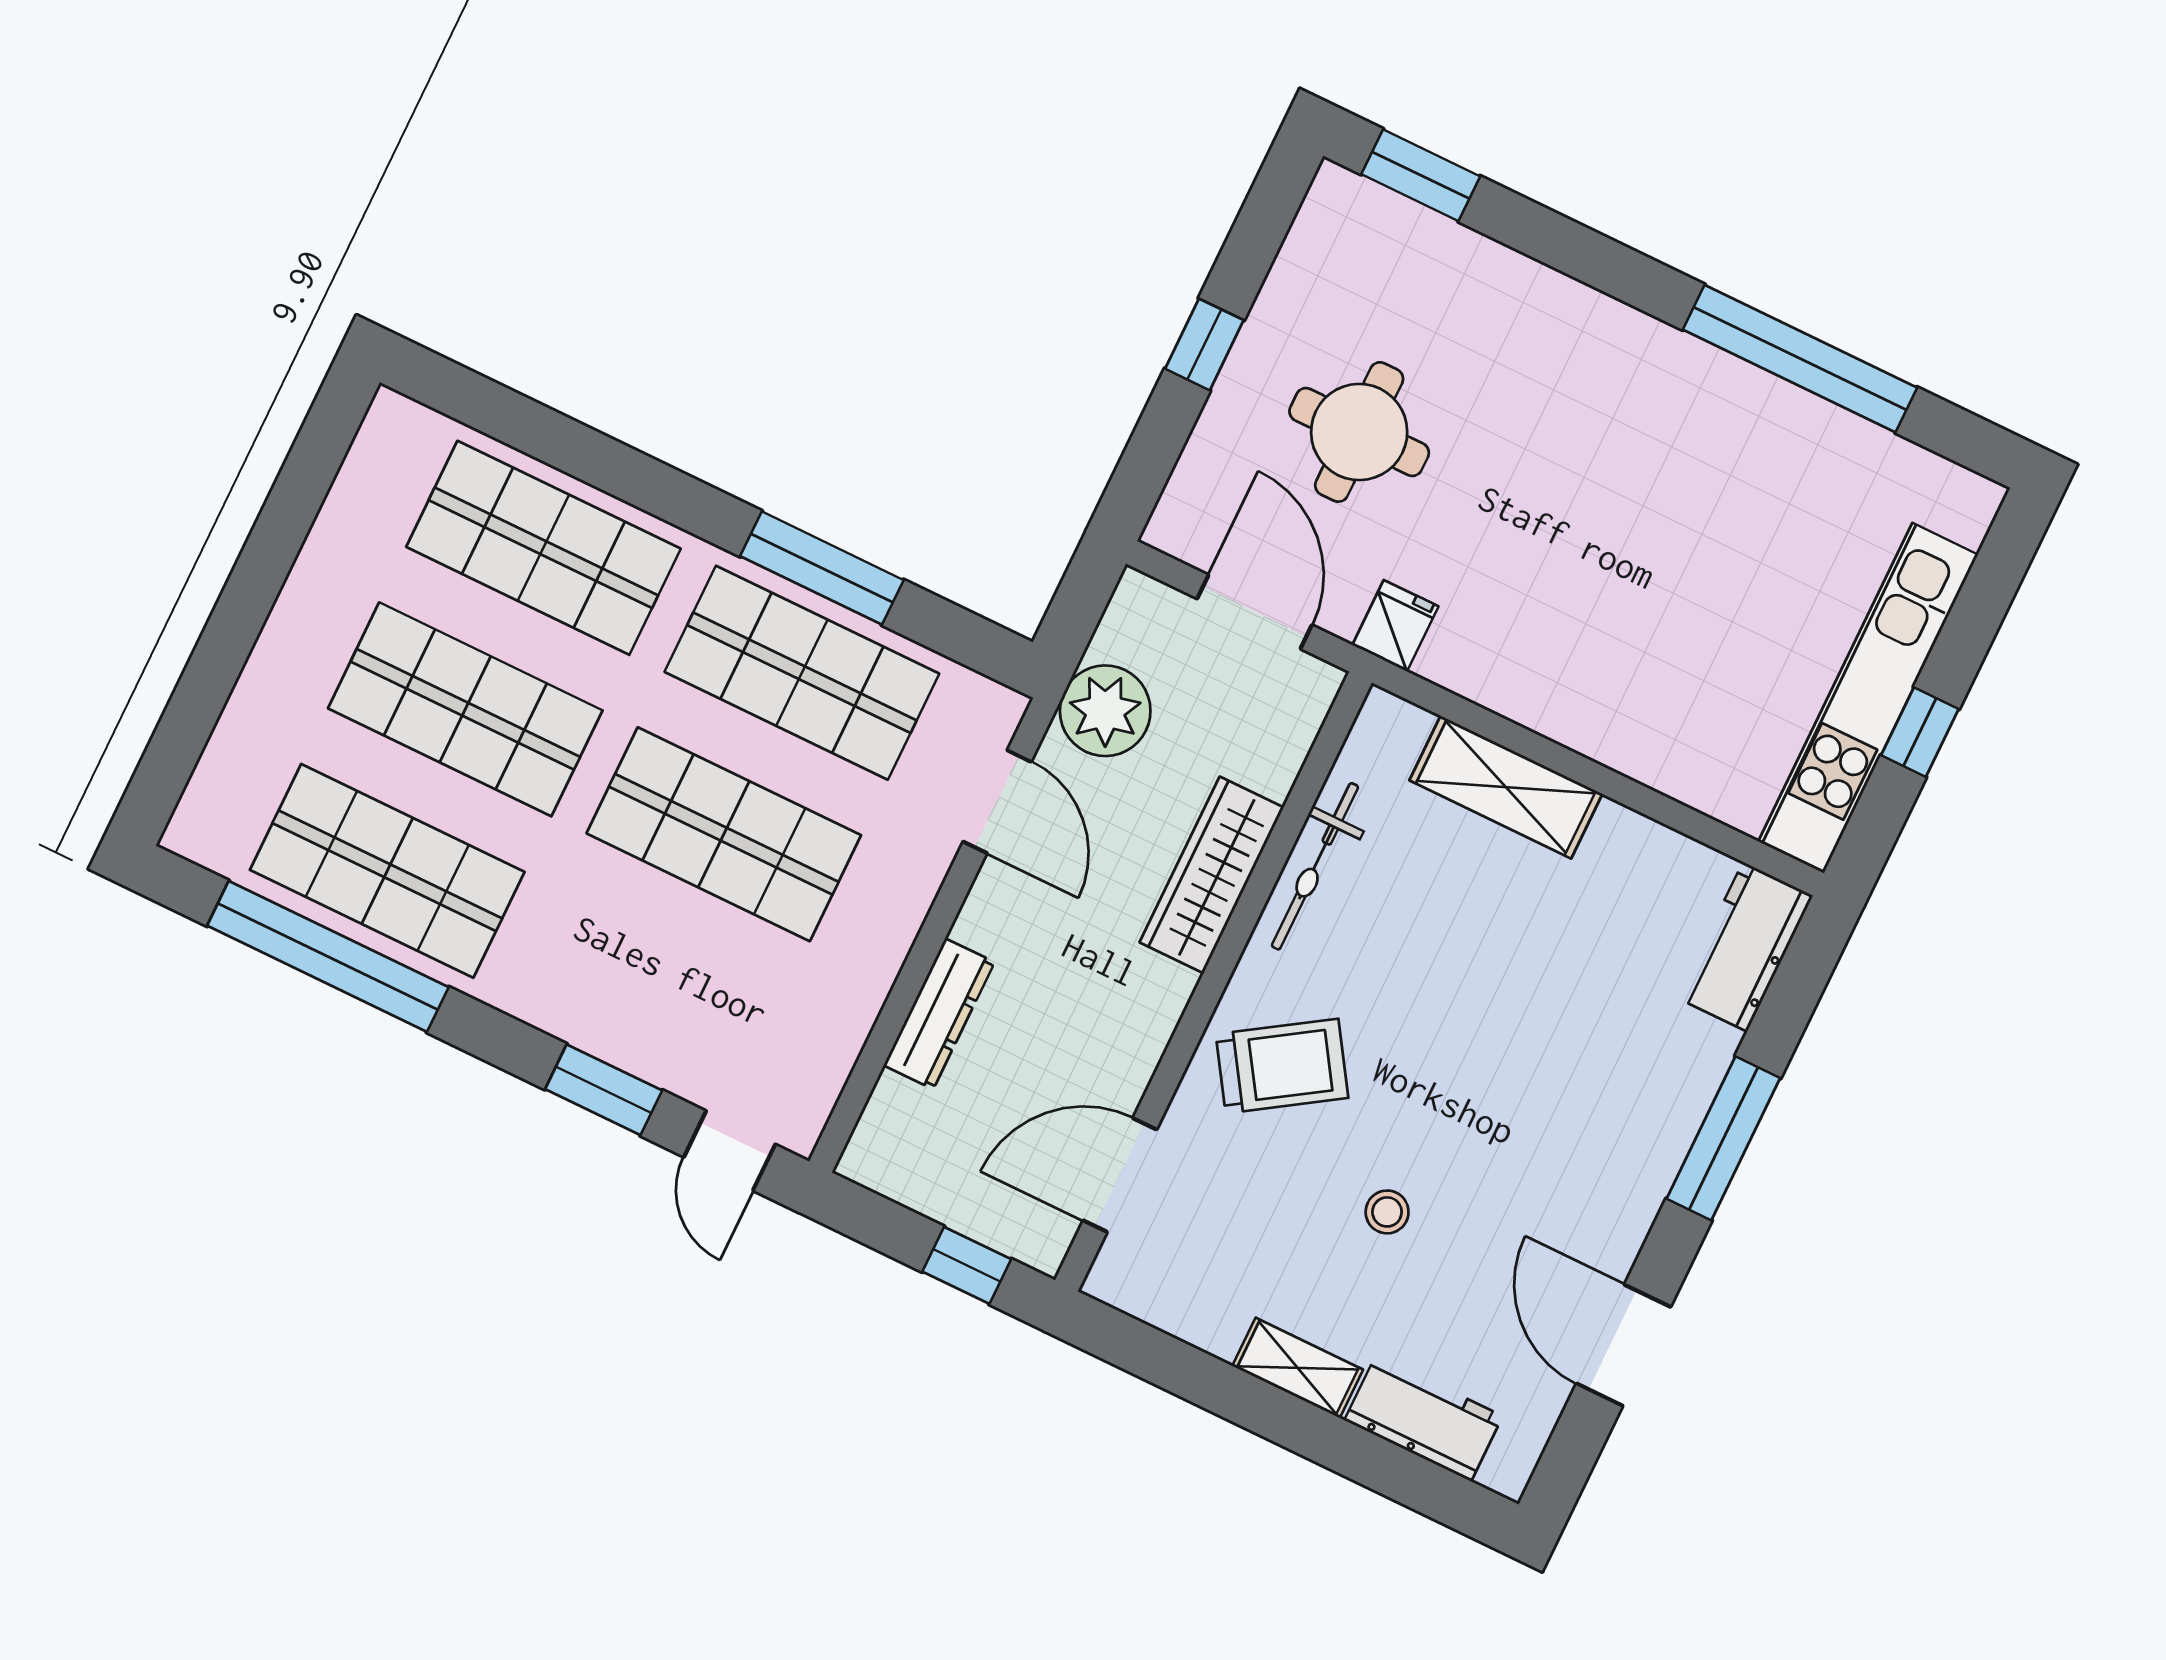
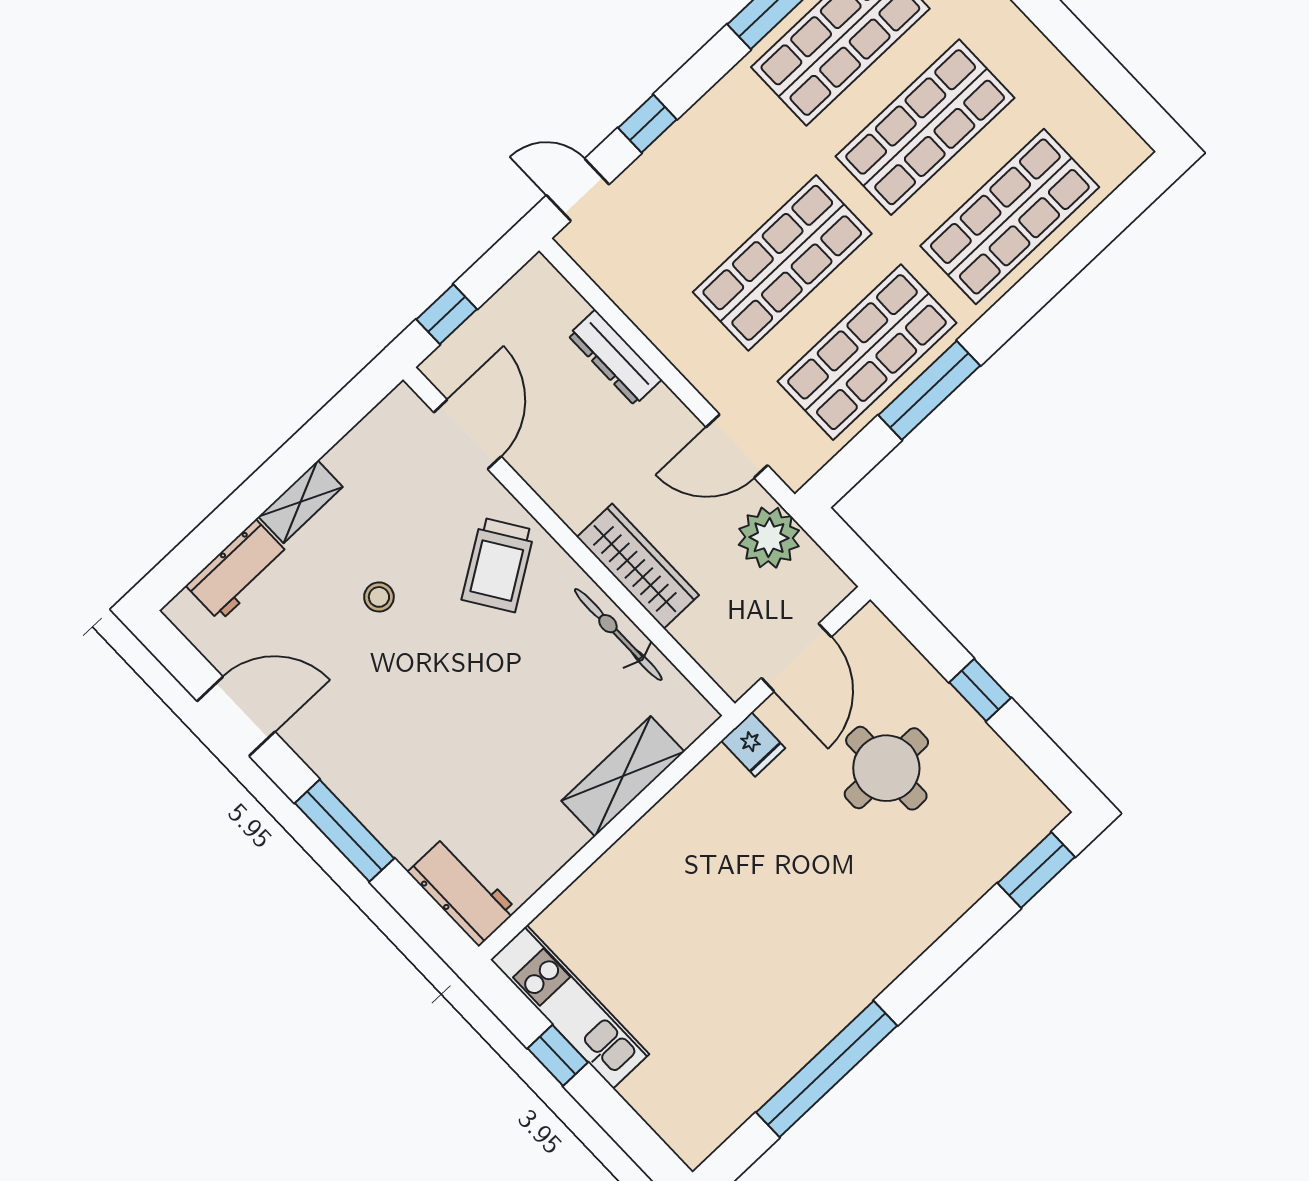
door: (1255, 612) -> (796, 657), hinge flipped
kitchen unit: (1868, 698) -> (570, 1007), width x0.73
window: (604, 1090) -> (647, 124), width x0.67

